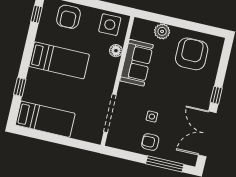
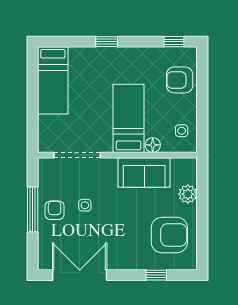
side table: (110, 25) -> (182, 131), width x0.54, depth x0.54
bed: (59, 60) -> (128, 118), moved, turned 180
window: (20, 87) -> (107, 42), moved
window: (216, 95) -> (156, 275), moved
window: (165, 164) -> (33, 209), moved

